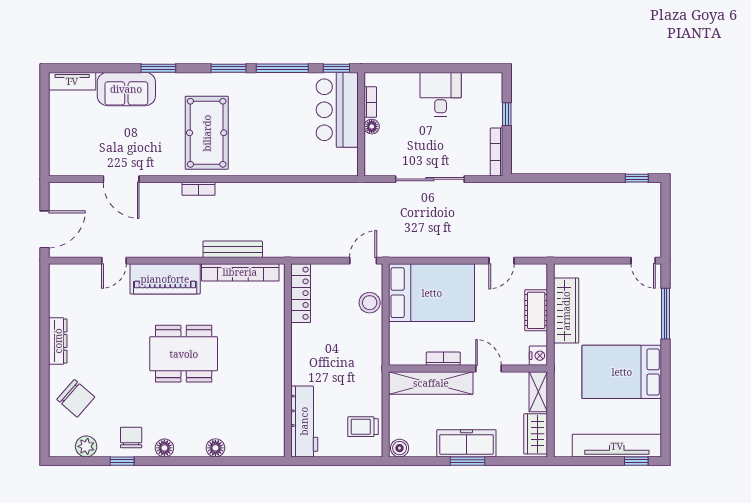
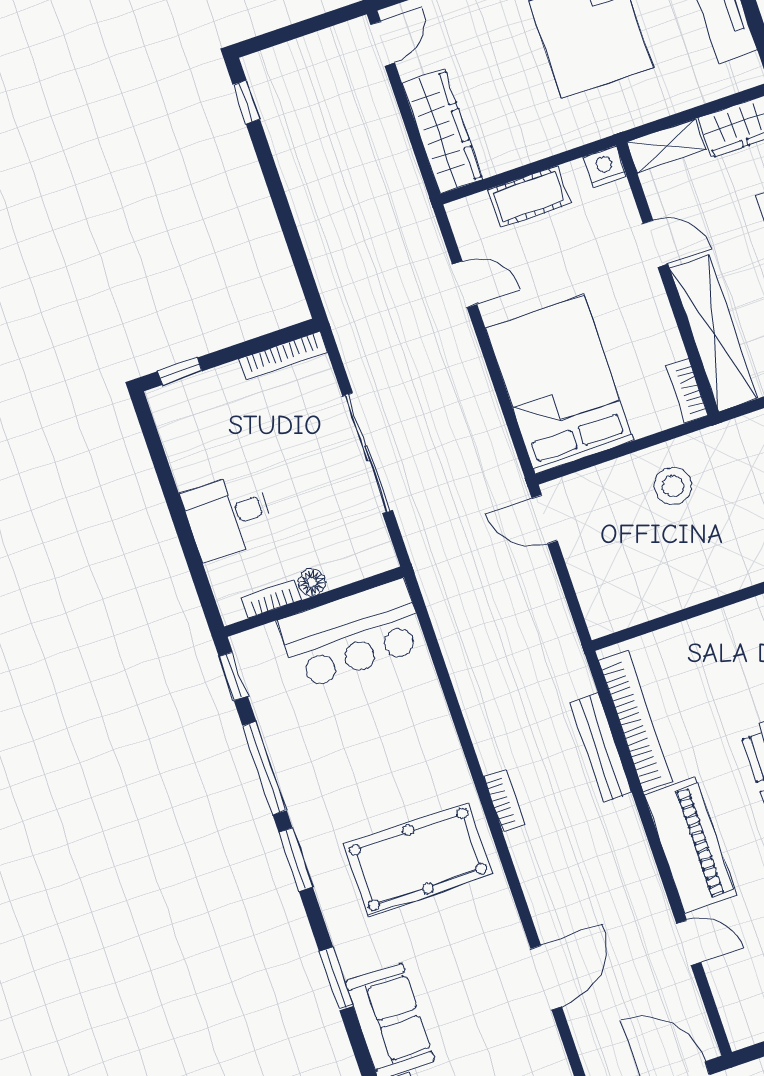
desk: (441, 94) -> (228, 516), moved
bar counter: (337, 110) -> (352, 634), moved
window: (507, 114) -> (180, 371), moved
bookcase: (198, 189) -> (504, 800), moved
locker: (301, 293) -> (636, 607), removed
stool: (370, 303) -> (673, 486), moved
wardrobe: (566, 311) -> (442, 131), moved, turned 90
bookcase: (443, 359) -> (687, 391), moved
door: (489, 368) -> (655, 244), swing flipped

